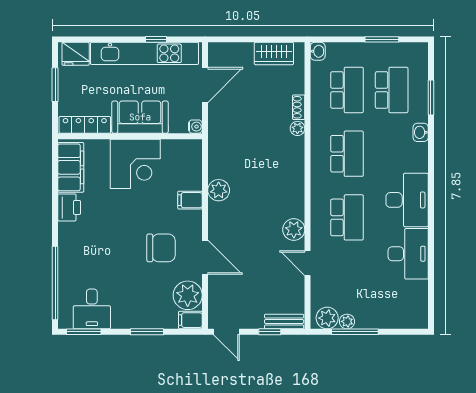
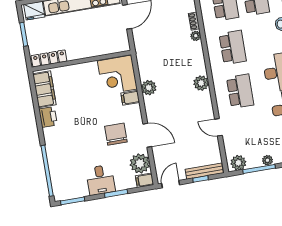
sofa: (140, 117) -> (86, 47), removed
water cooler: (195, 127) -> (125, 47), removed
corner desk: (135, 164) -> (117, 75), moved, turned 90
plant: (294, 230) -> (201, 83), moved
chair: (161, 248) -> (116, 134), turned -90
desk: (92, 309) -> (101, 180), moved
plant: (347, 321) -> (267, 160), moved
bench: (284, 322) -> (204, 171), width x1.36
door: (226, 332) -> (171, 184), swing flipped

